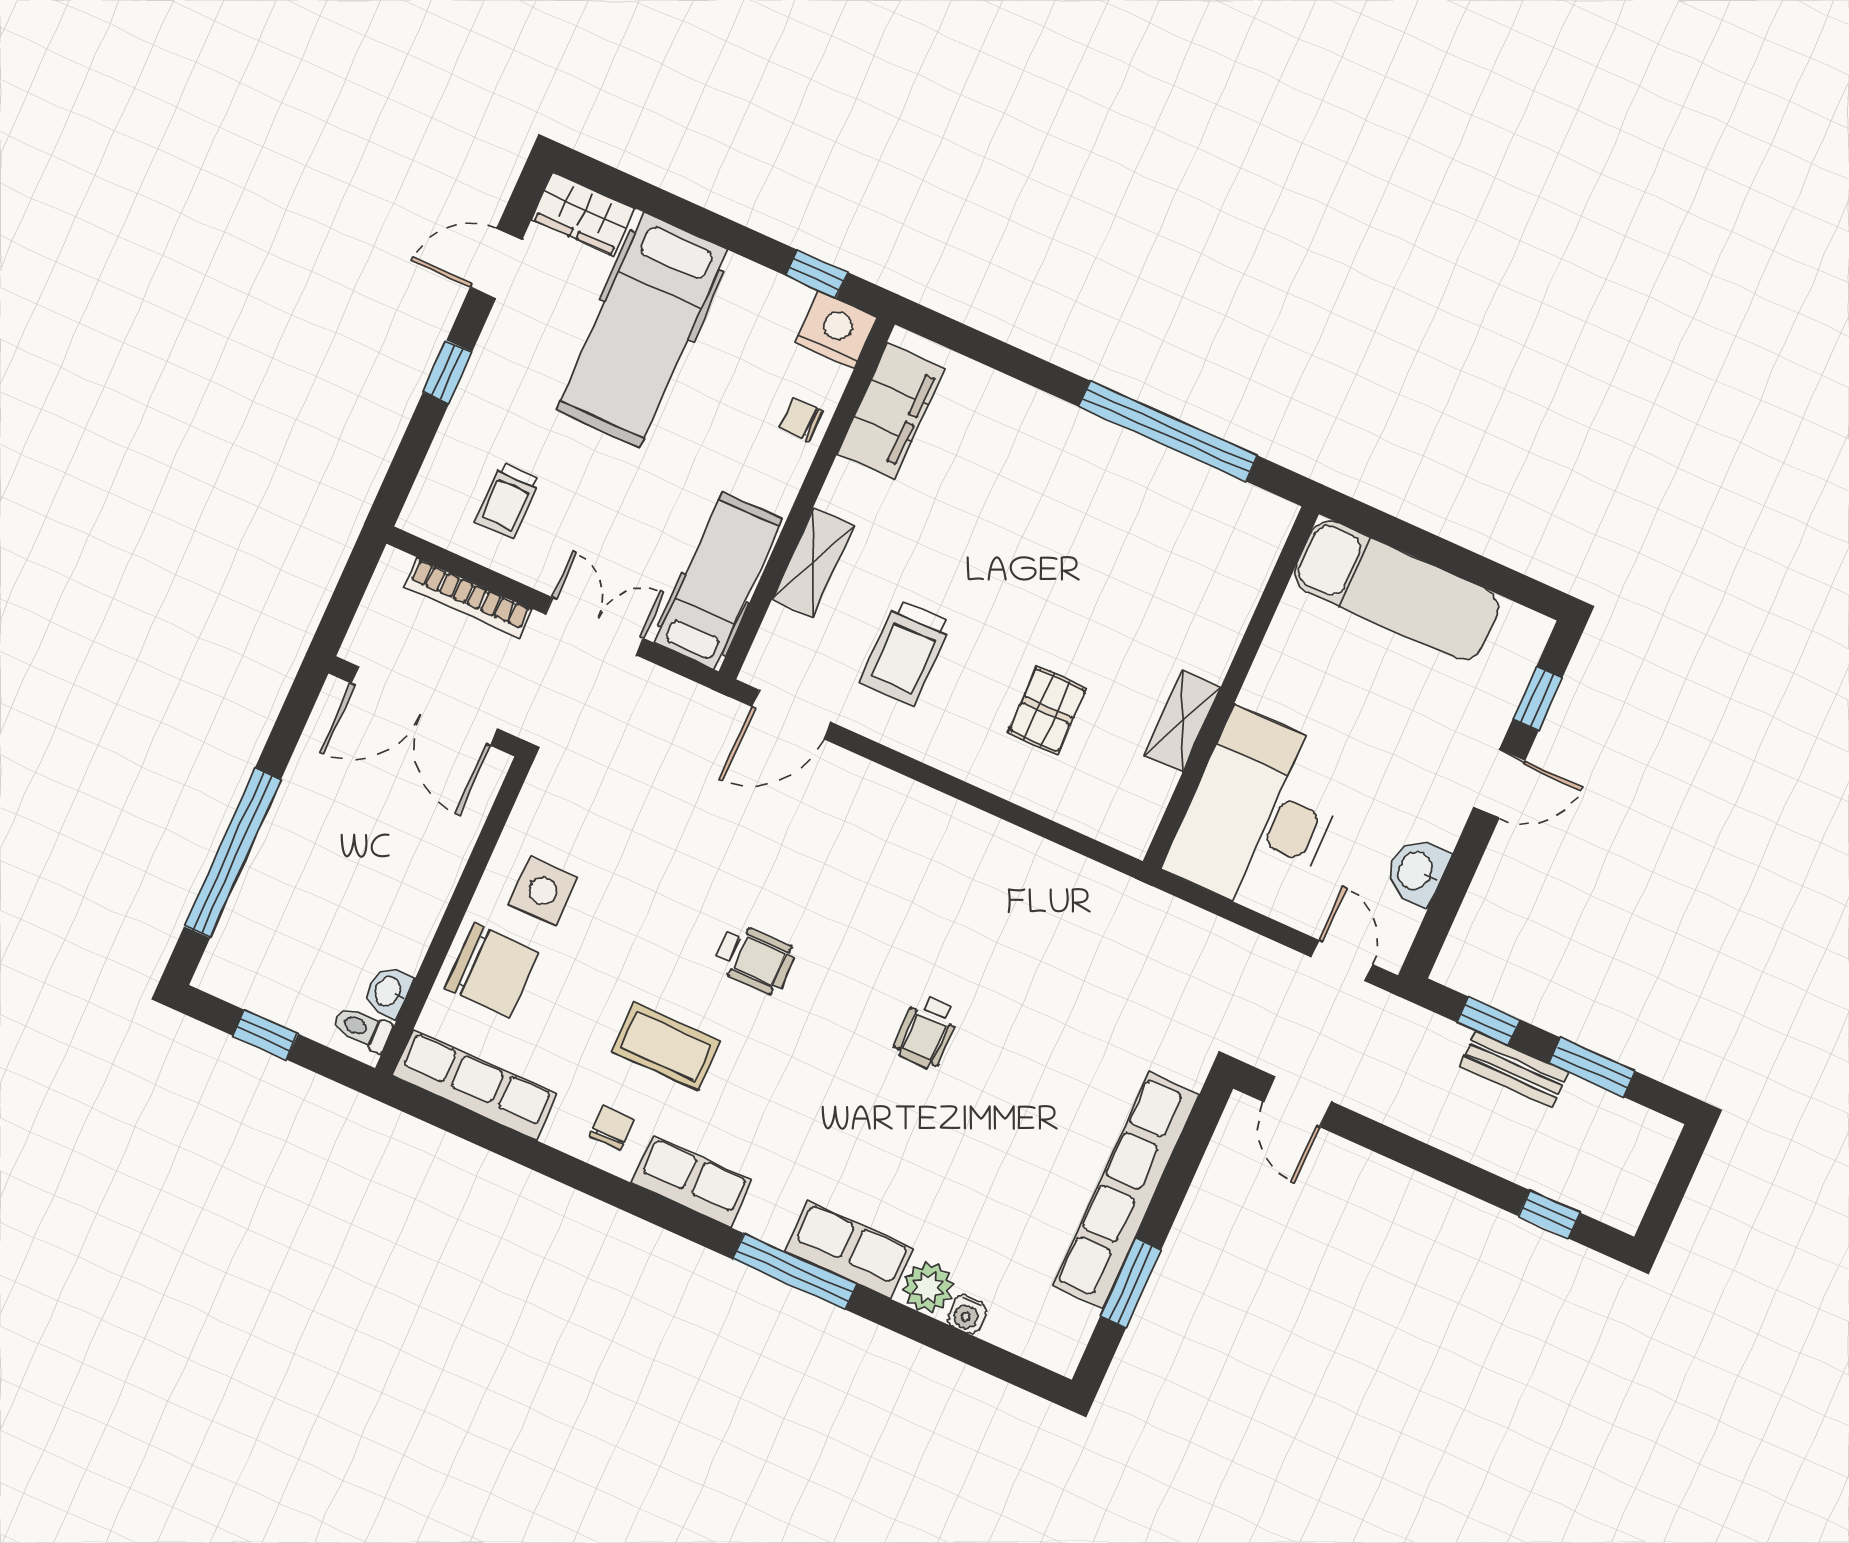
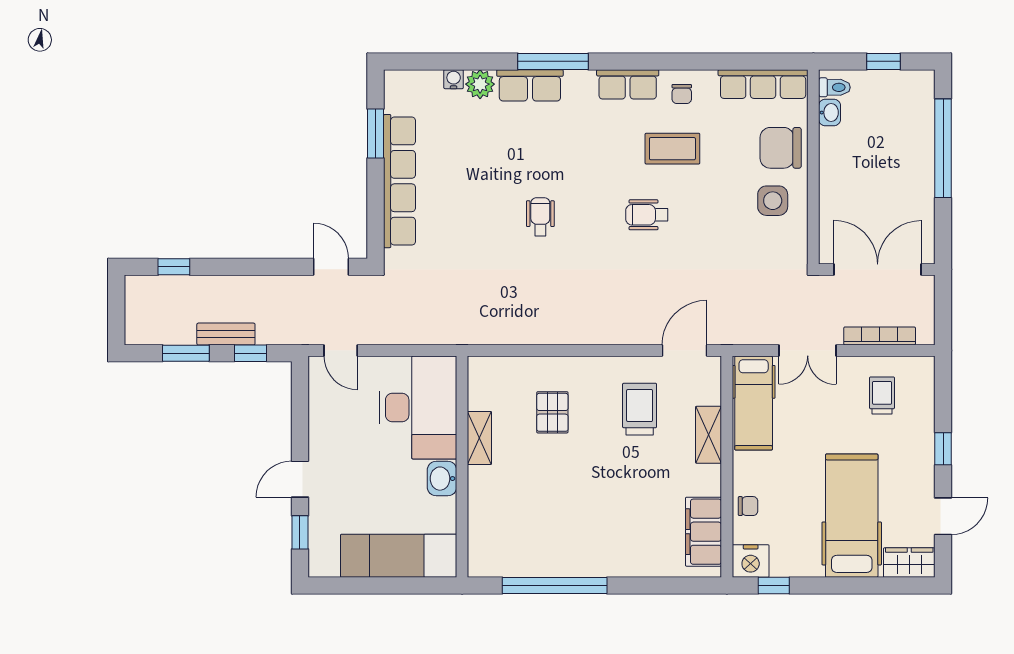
washbasin: (1417, 871) -> (442, 479), moved, turned 180

